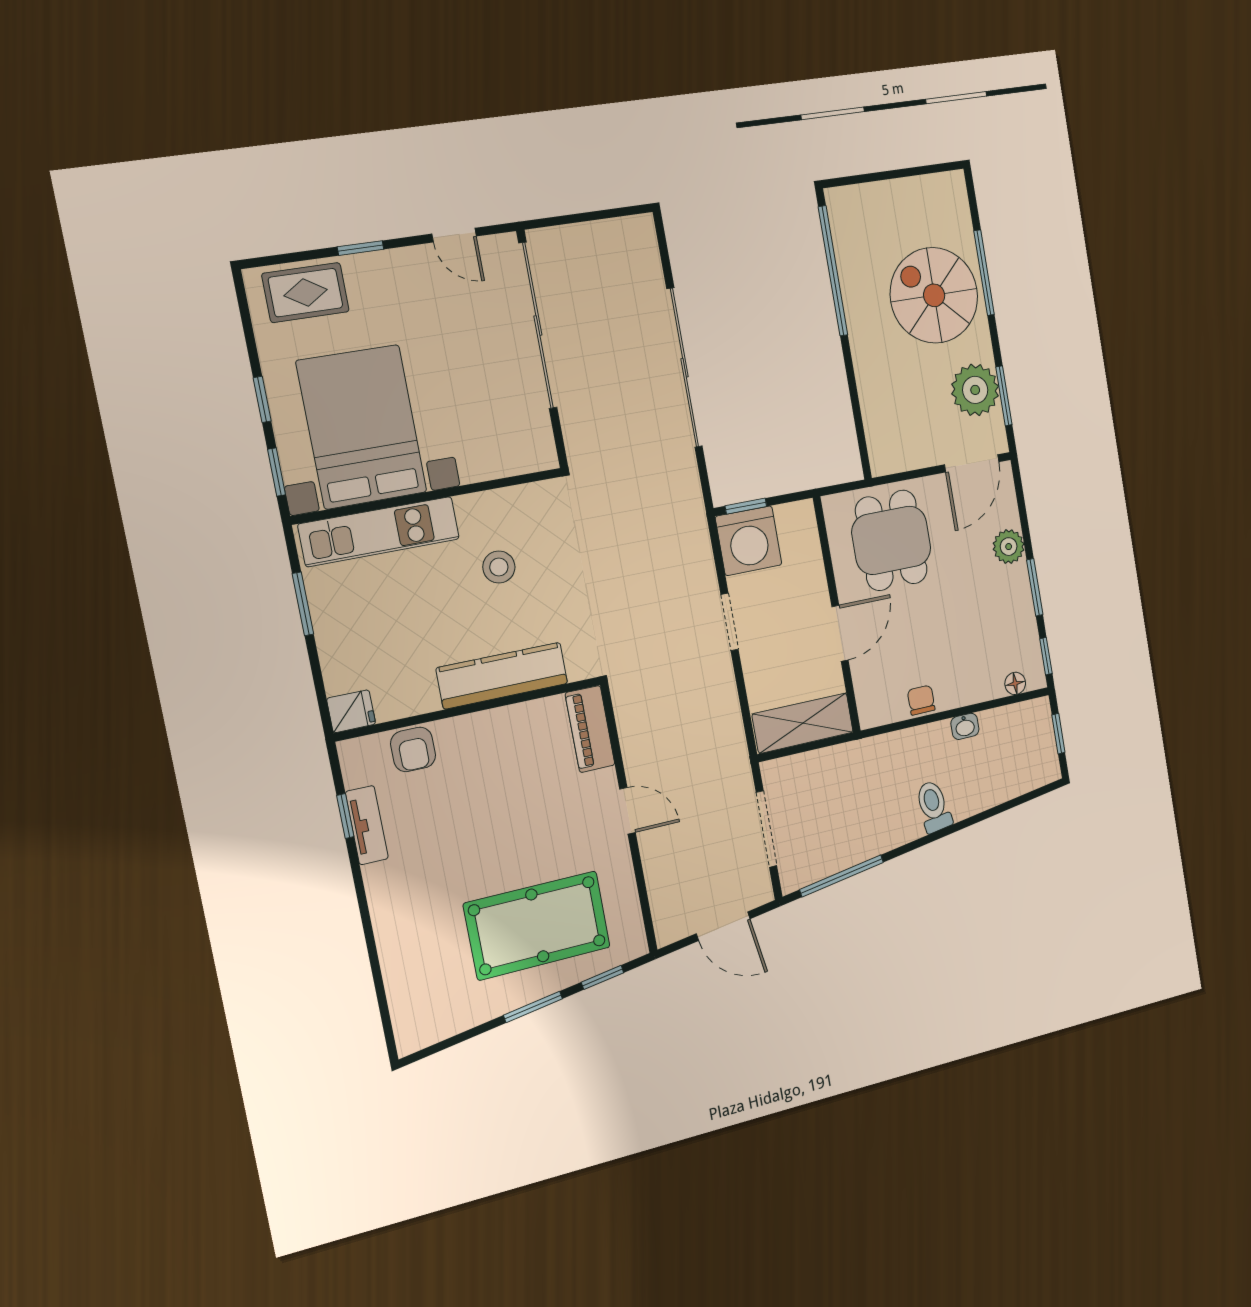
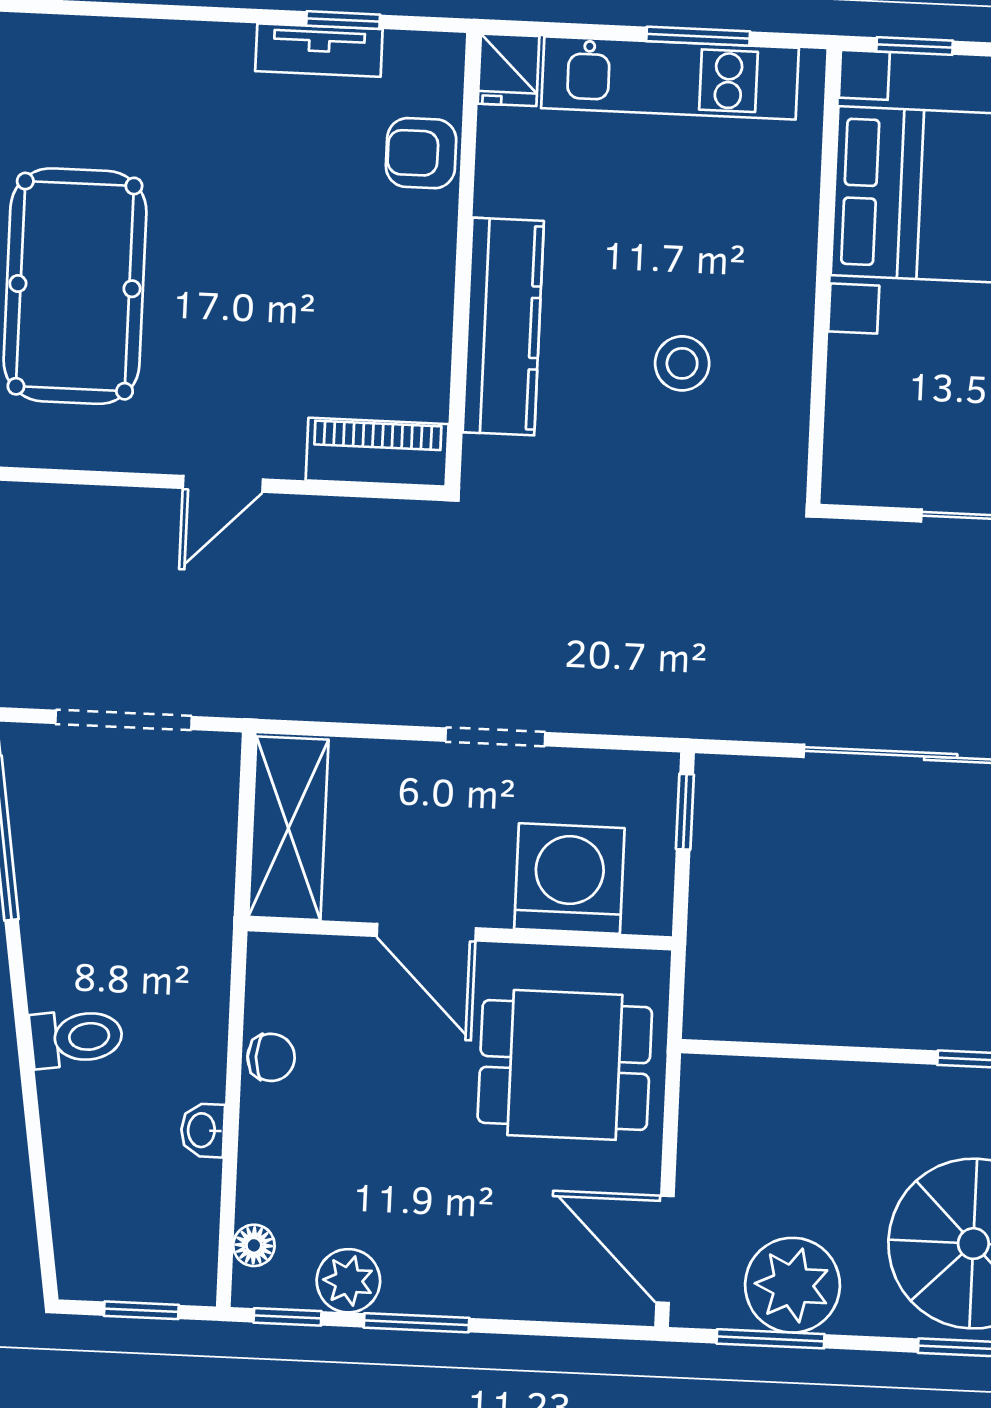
kitchen unit: (379, 532) -> (670, 78), moved, turned -90
washing machine: (749, 541) -> (569, 879), moved, turned 90
plant: (1009, 547) -> (348, 1281), moved

